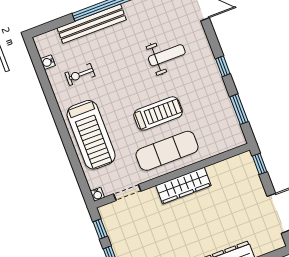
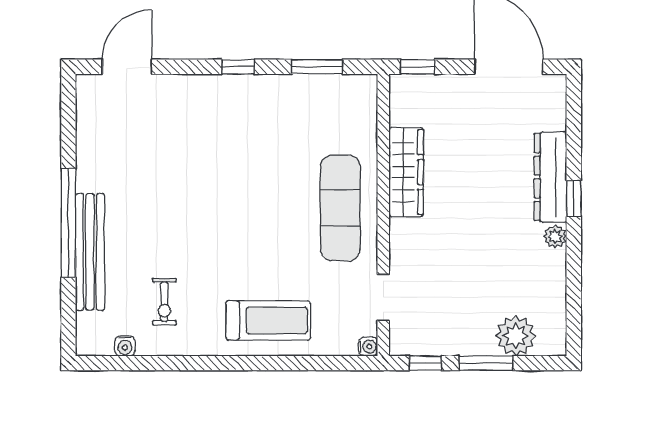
weight bench: (167, 55) -> (186, 150), removed
treadmill: (158, 113) -> (275, 200), removed
treadmill: (91, 135) -> (268, 320), width x0.73, depth x0.73
wardrobe: (183, 186) -> (406, 172), moved

